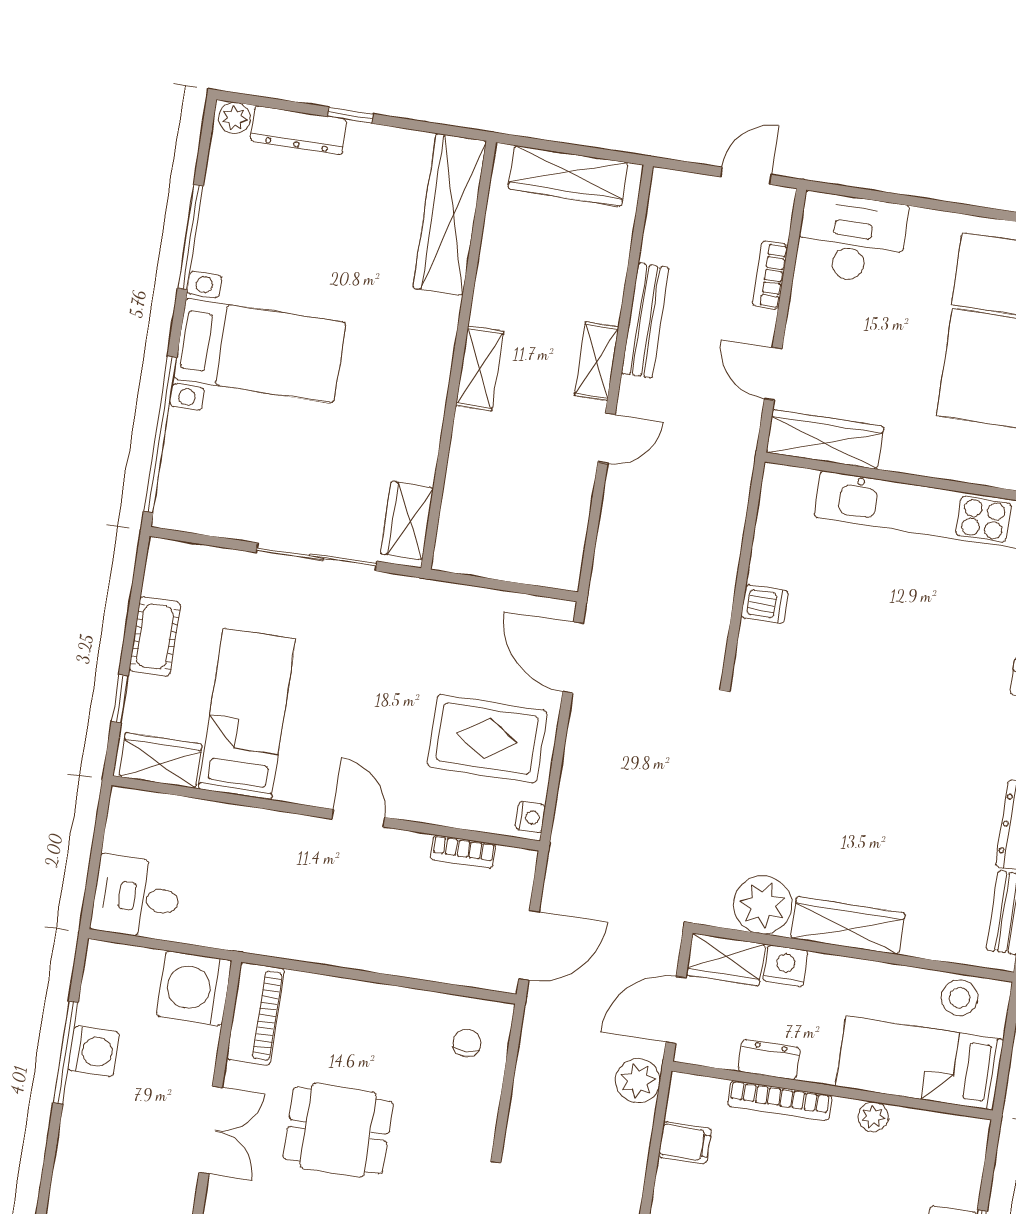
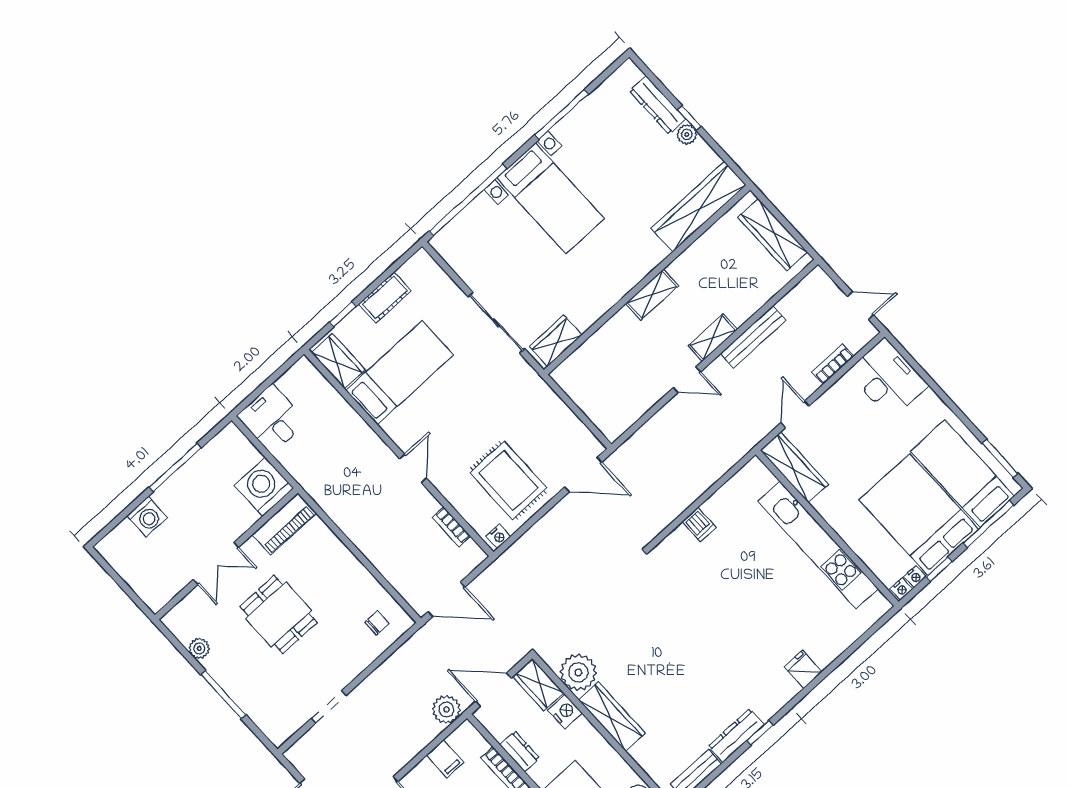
plant: (234, 118) -> (687, 134), moved
door: (573, 657) -> (583, 475), swing flipped
washing machine: (94, 1051) -> (147, 517), moved

